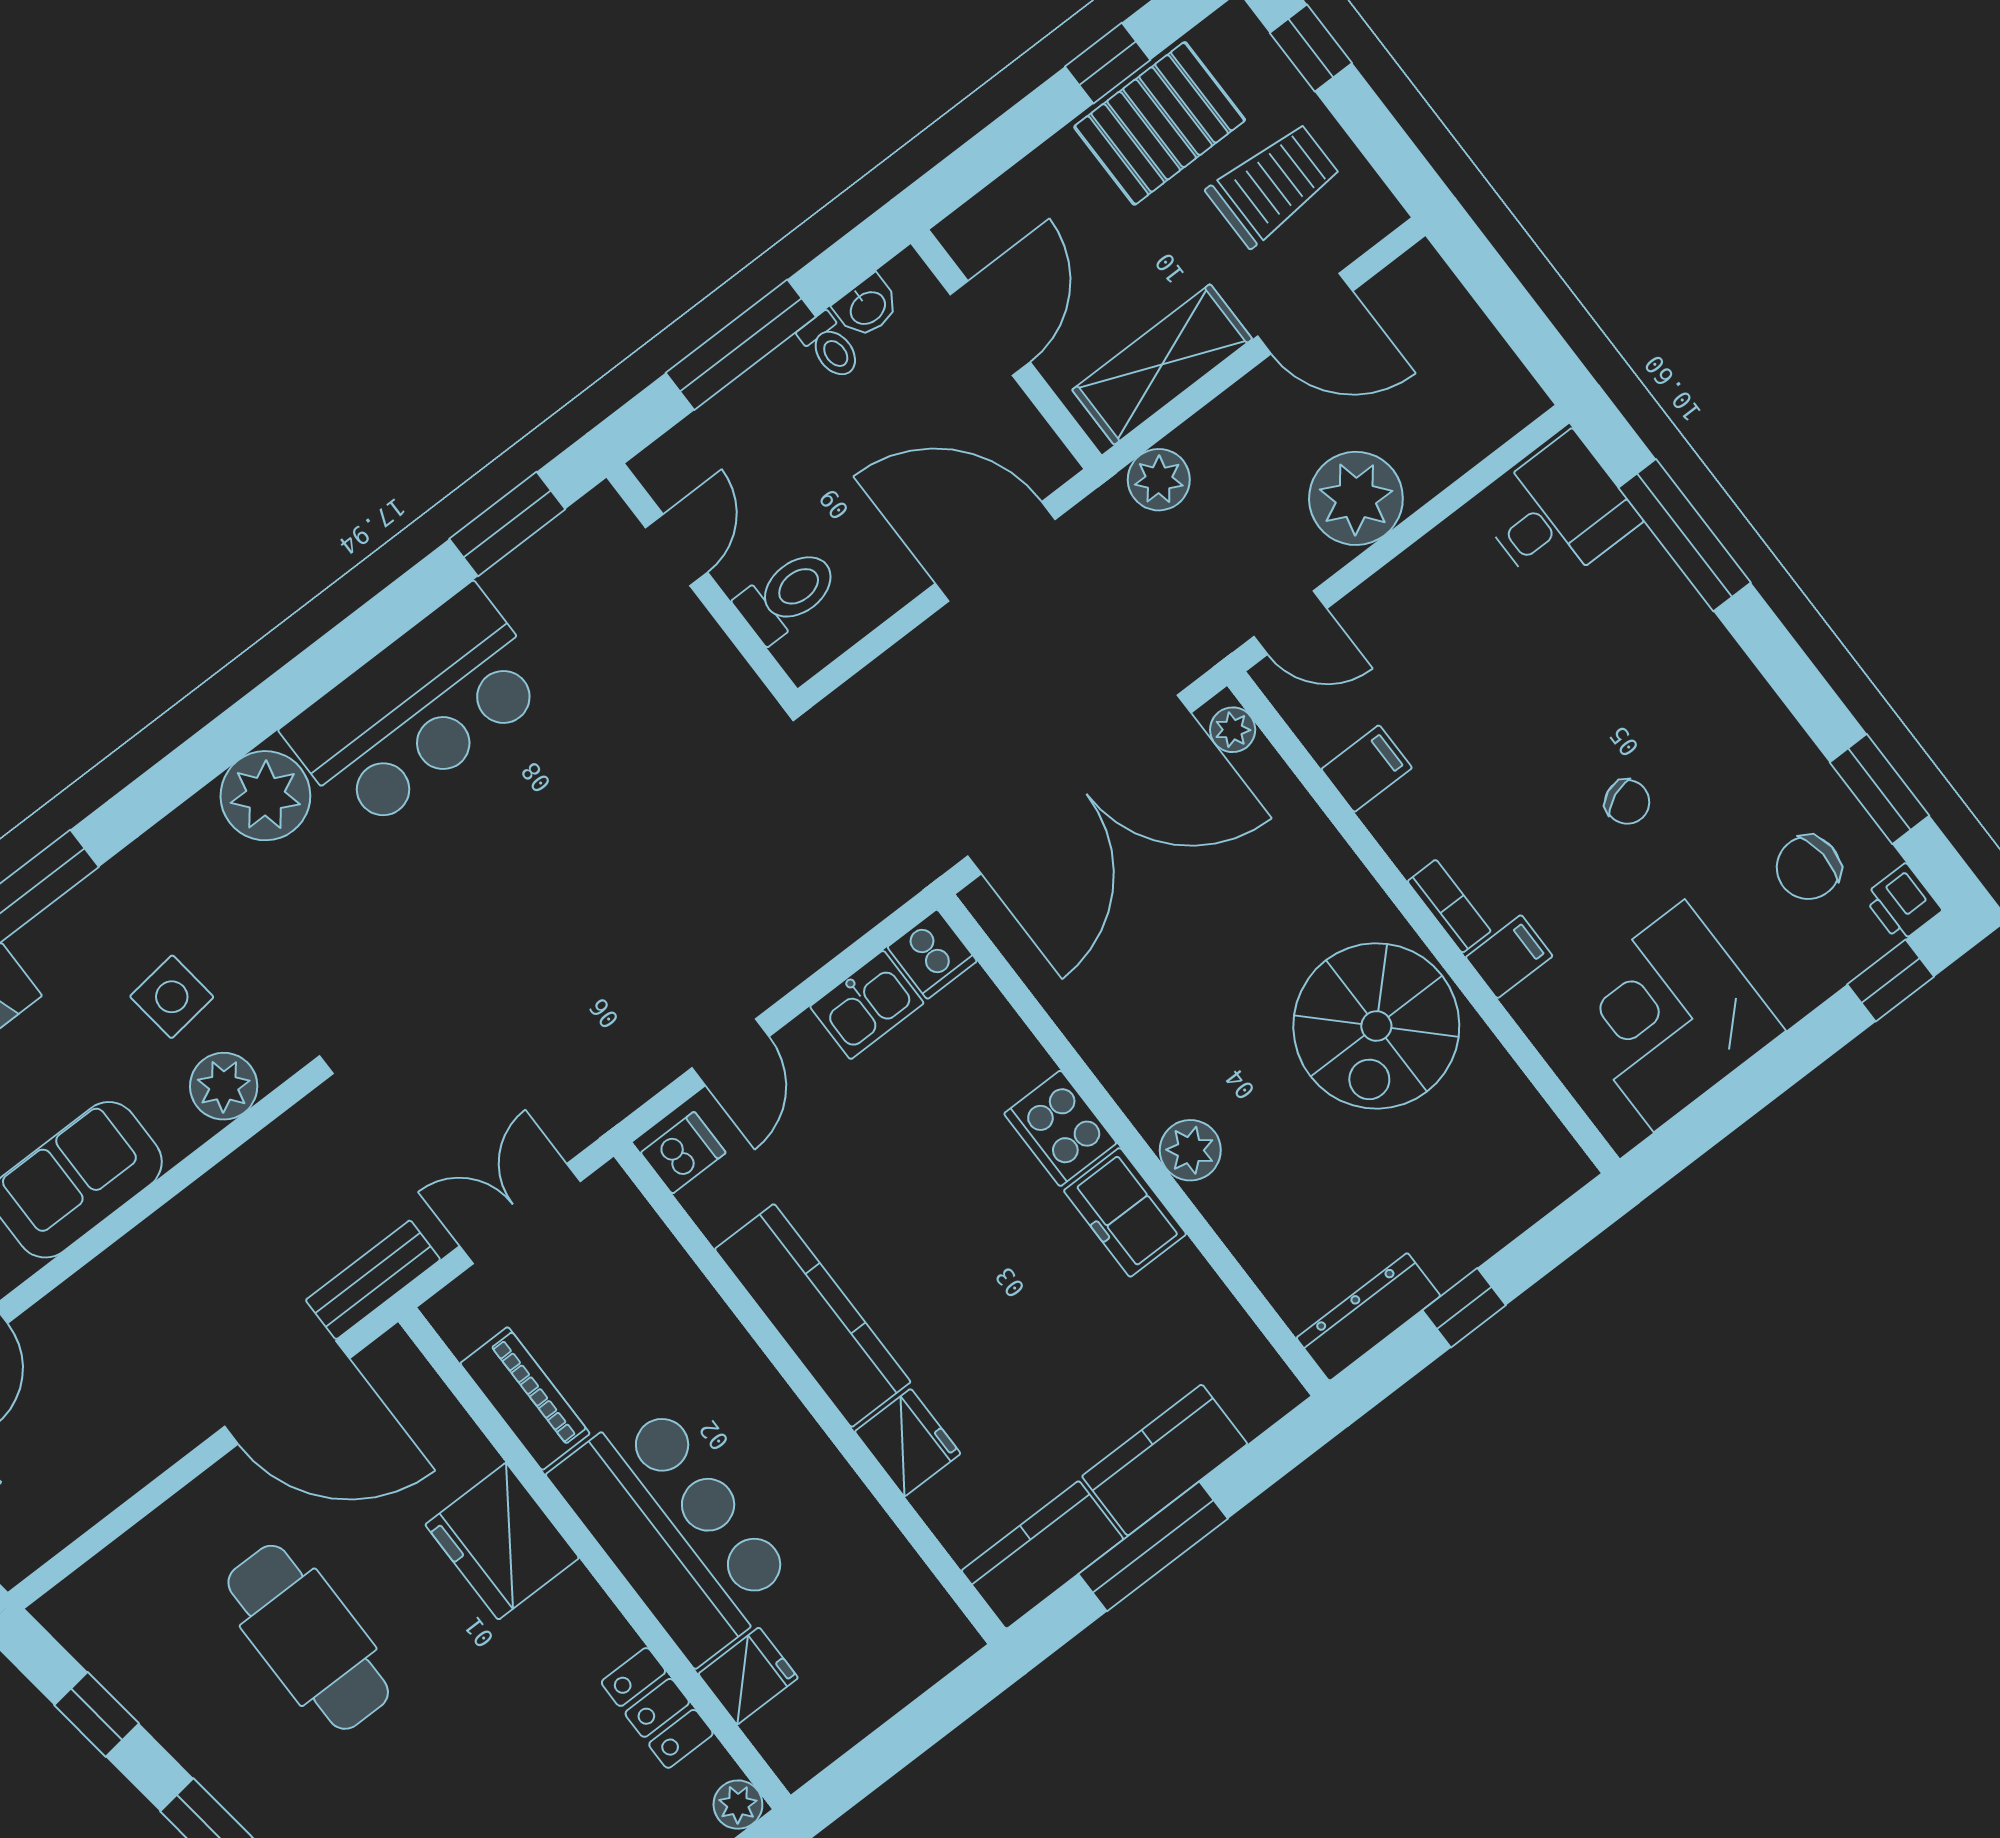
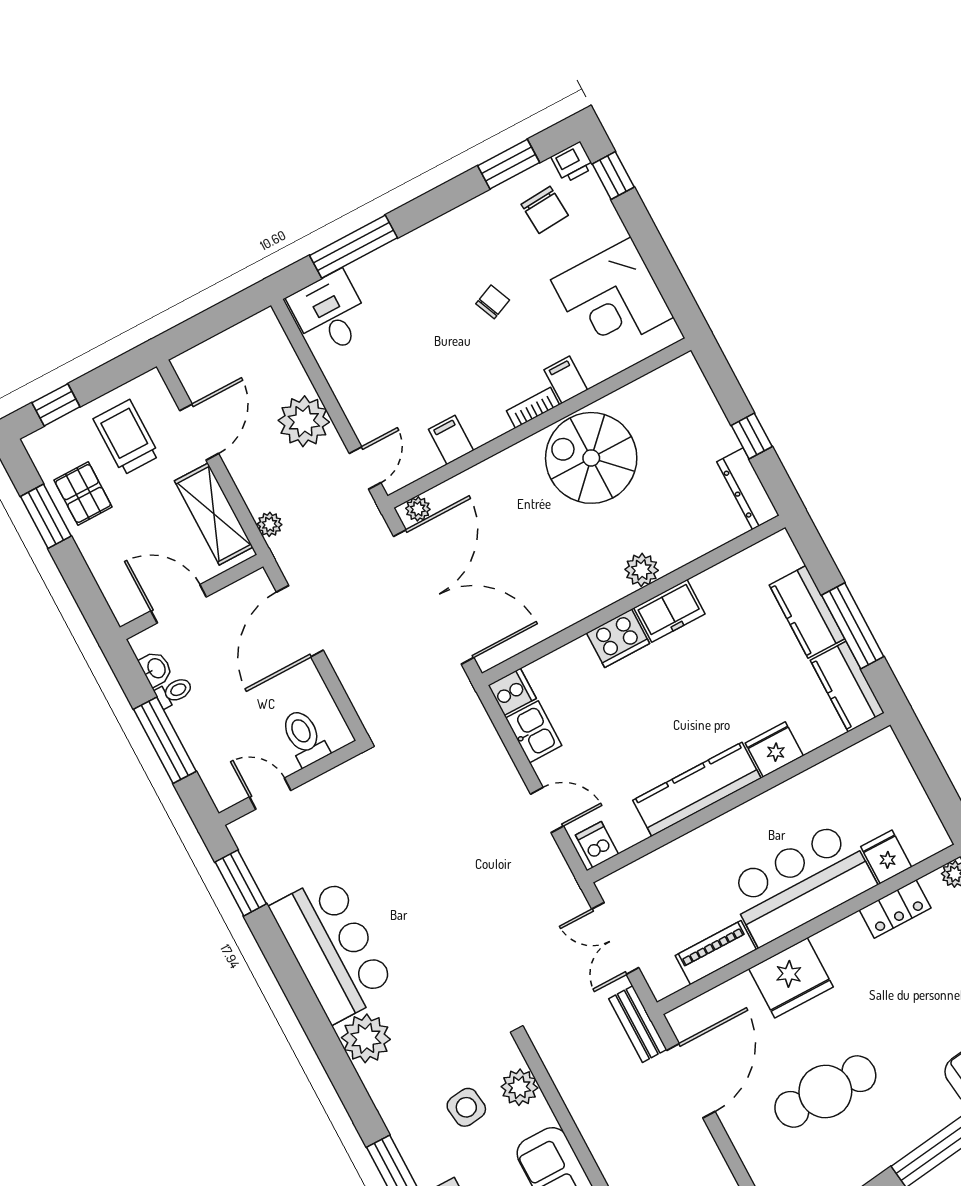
window: (1108, 63) -> (46, 516), width x1.50
pallet: (1160, 123) -> (83, 494), width x0.67, depth x0.71
plant: (1159, 480) -> (270, 524), width x0.73, depth x0.73
spiral stairs: (1376, 1026) -> (591, 458), turned 180

